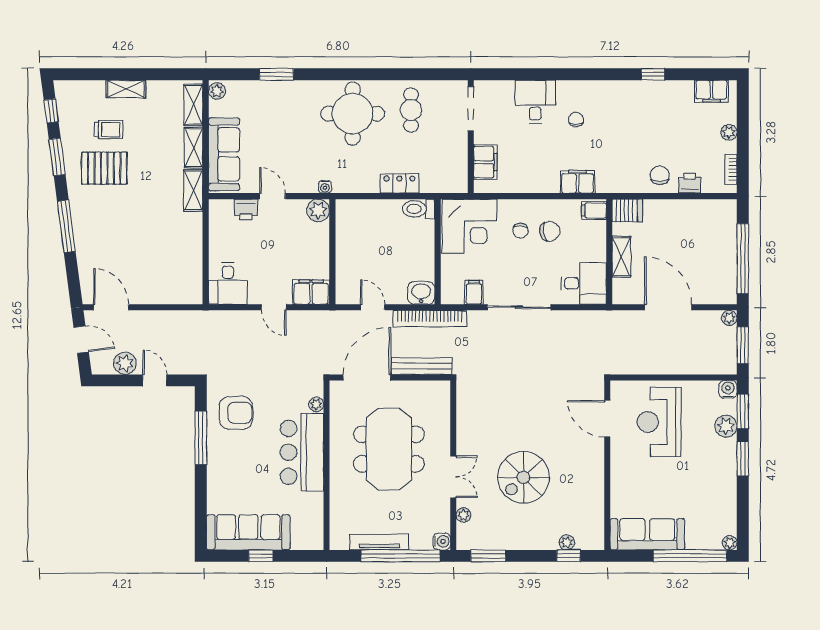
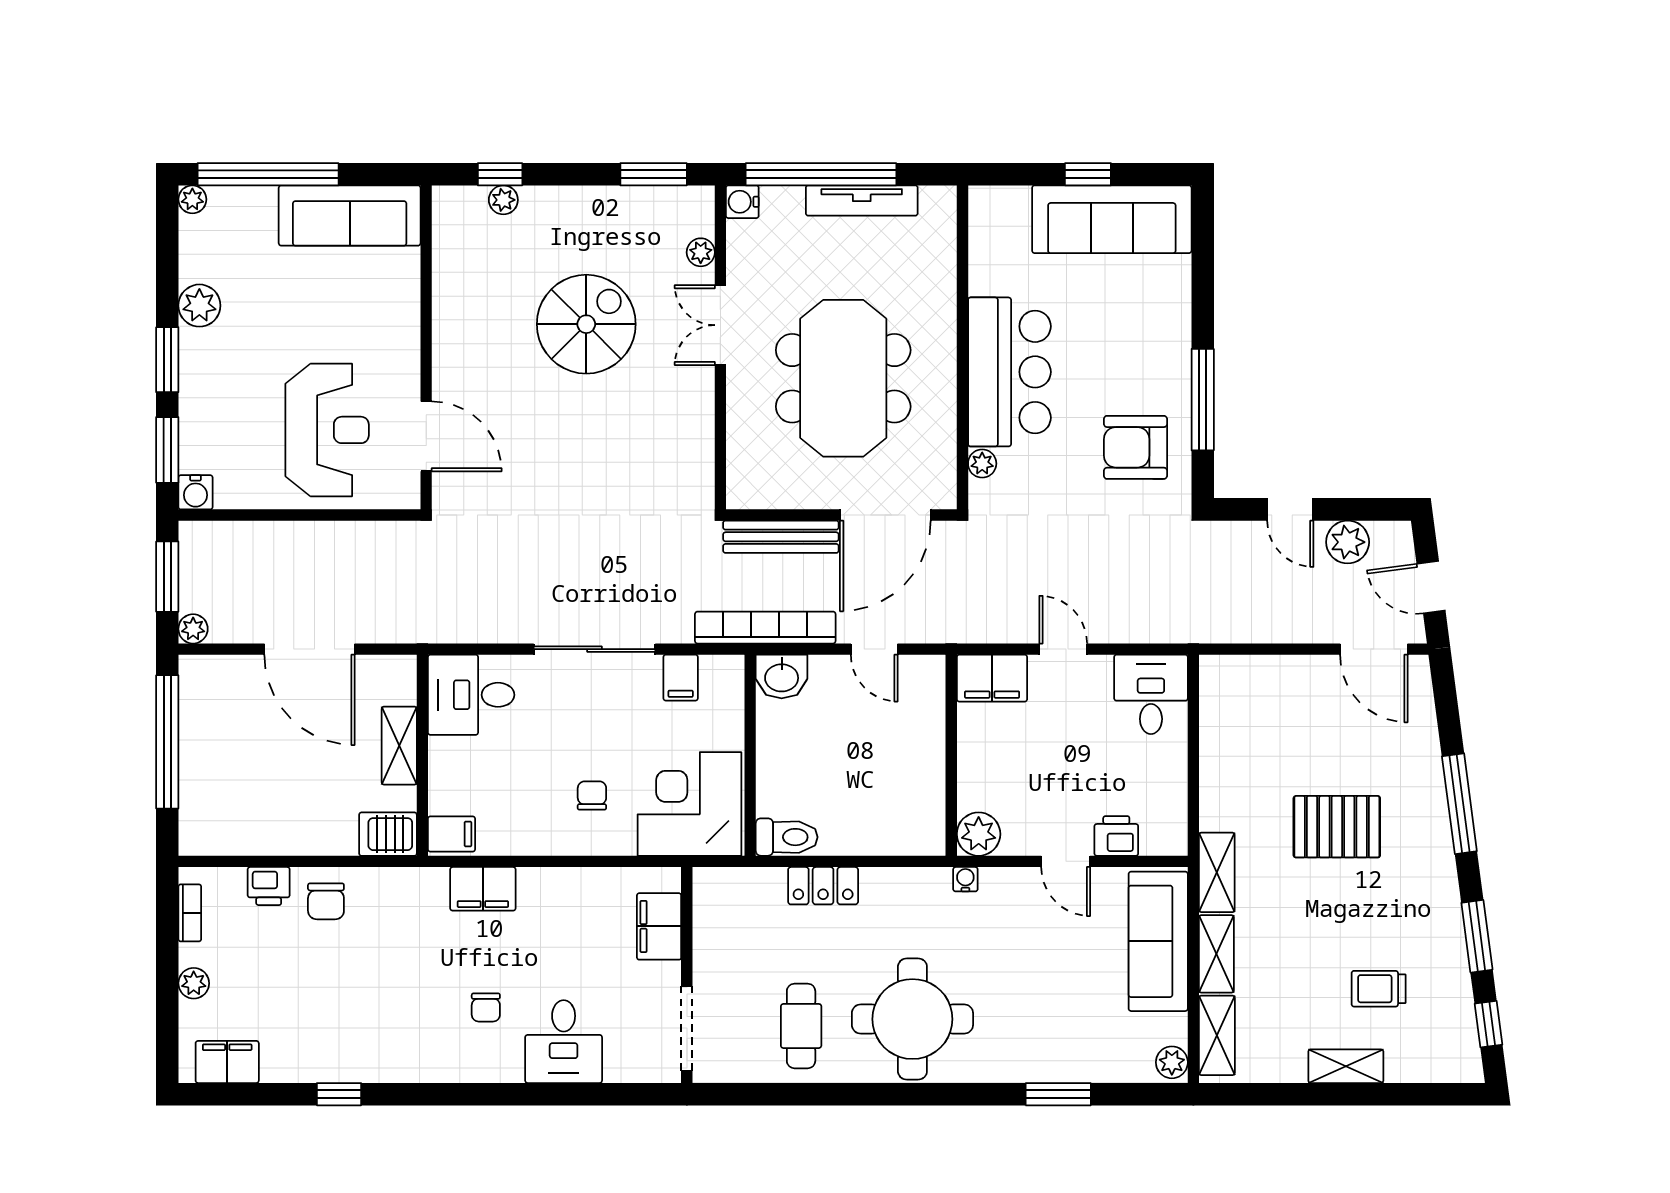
pallet: (104, 168) -> (1337, 827), moved
chair: (550, 231) -> (536, 794), removed
plant: (726, 426) -> (199, 306), moved

